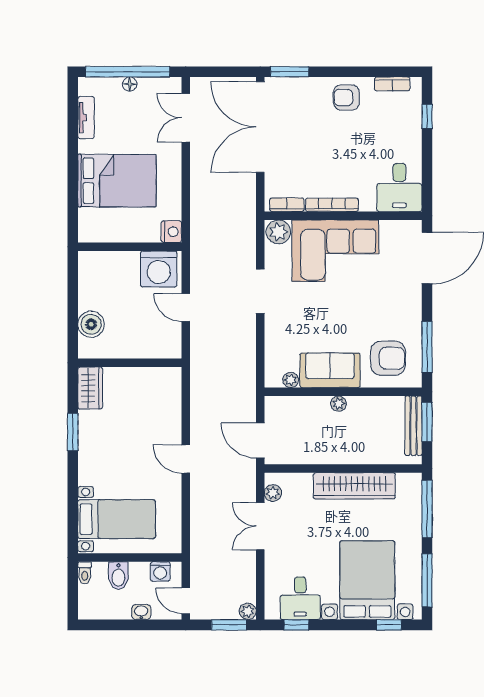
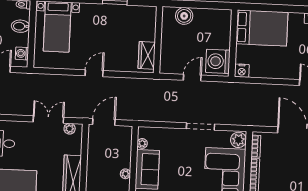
bed: (117, 181) -> (262, 28), moved, turned -90
wardrobe: (90, 388) -> (147, 55), moved, turned 90

